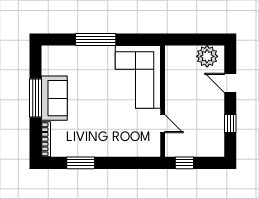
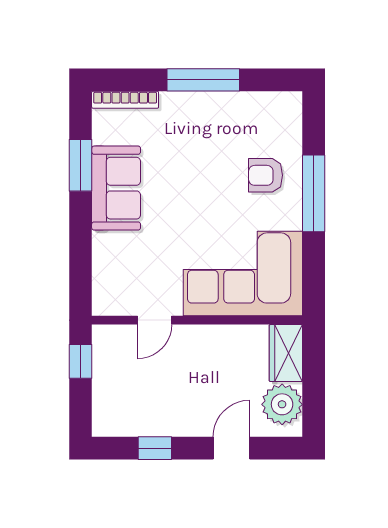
wardrobe: (180, 54) -> (286, 353), added
armchair: (86, 65) -> (266, 175), added
sofa: (54, 98) -> (116, 188), moved, turned -90

